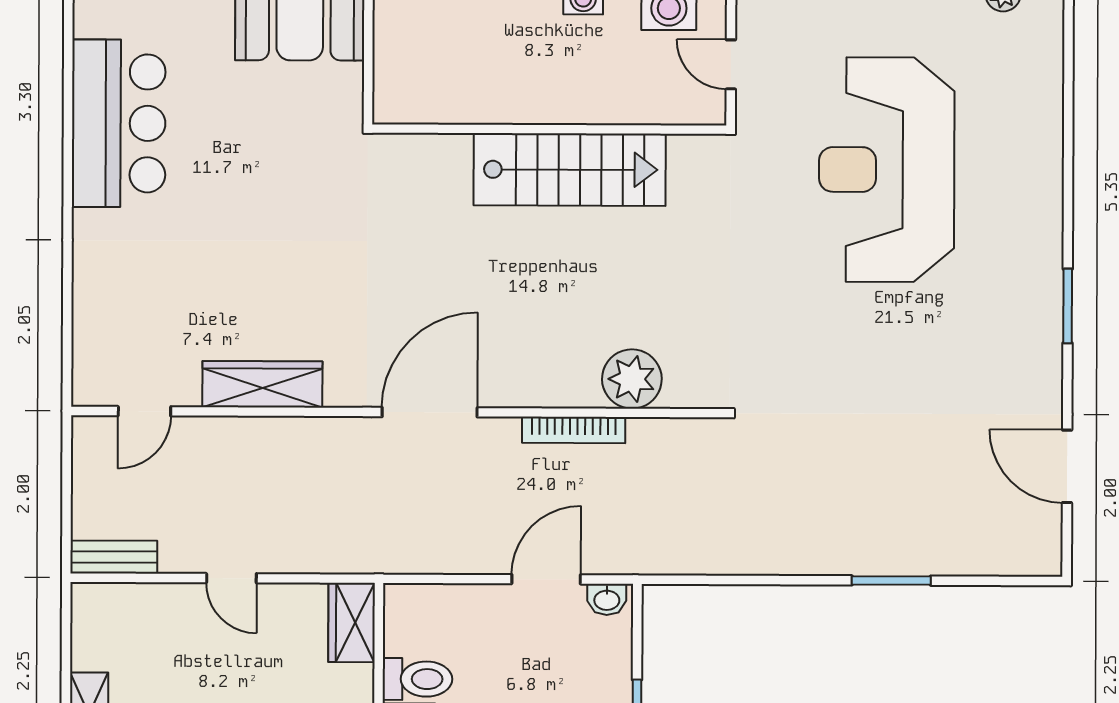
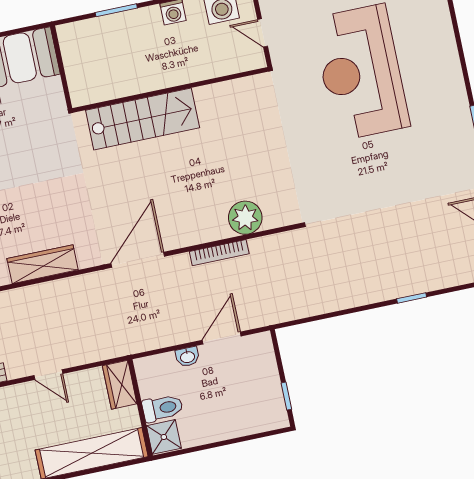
stairs: (570, 170) -> (143, 119), moved
window: (891, 580) -> (412, 298), width x0.67
washbasin: (607, 599) -> (187, 357), moved

